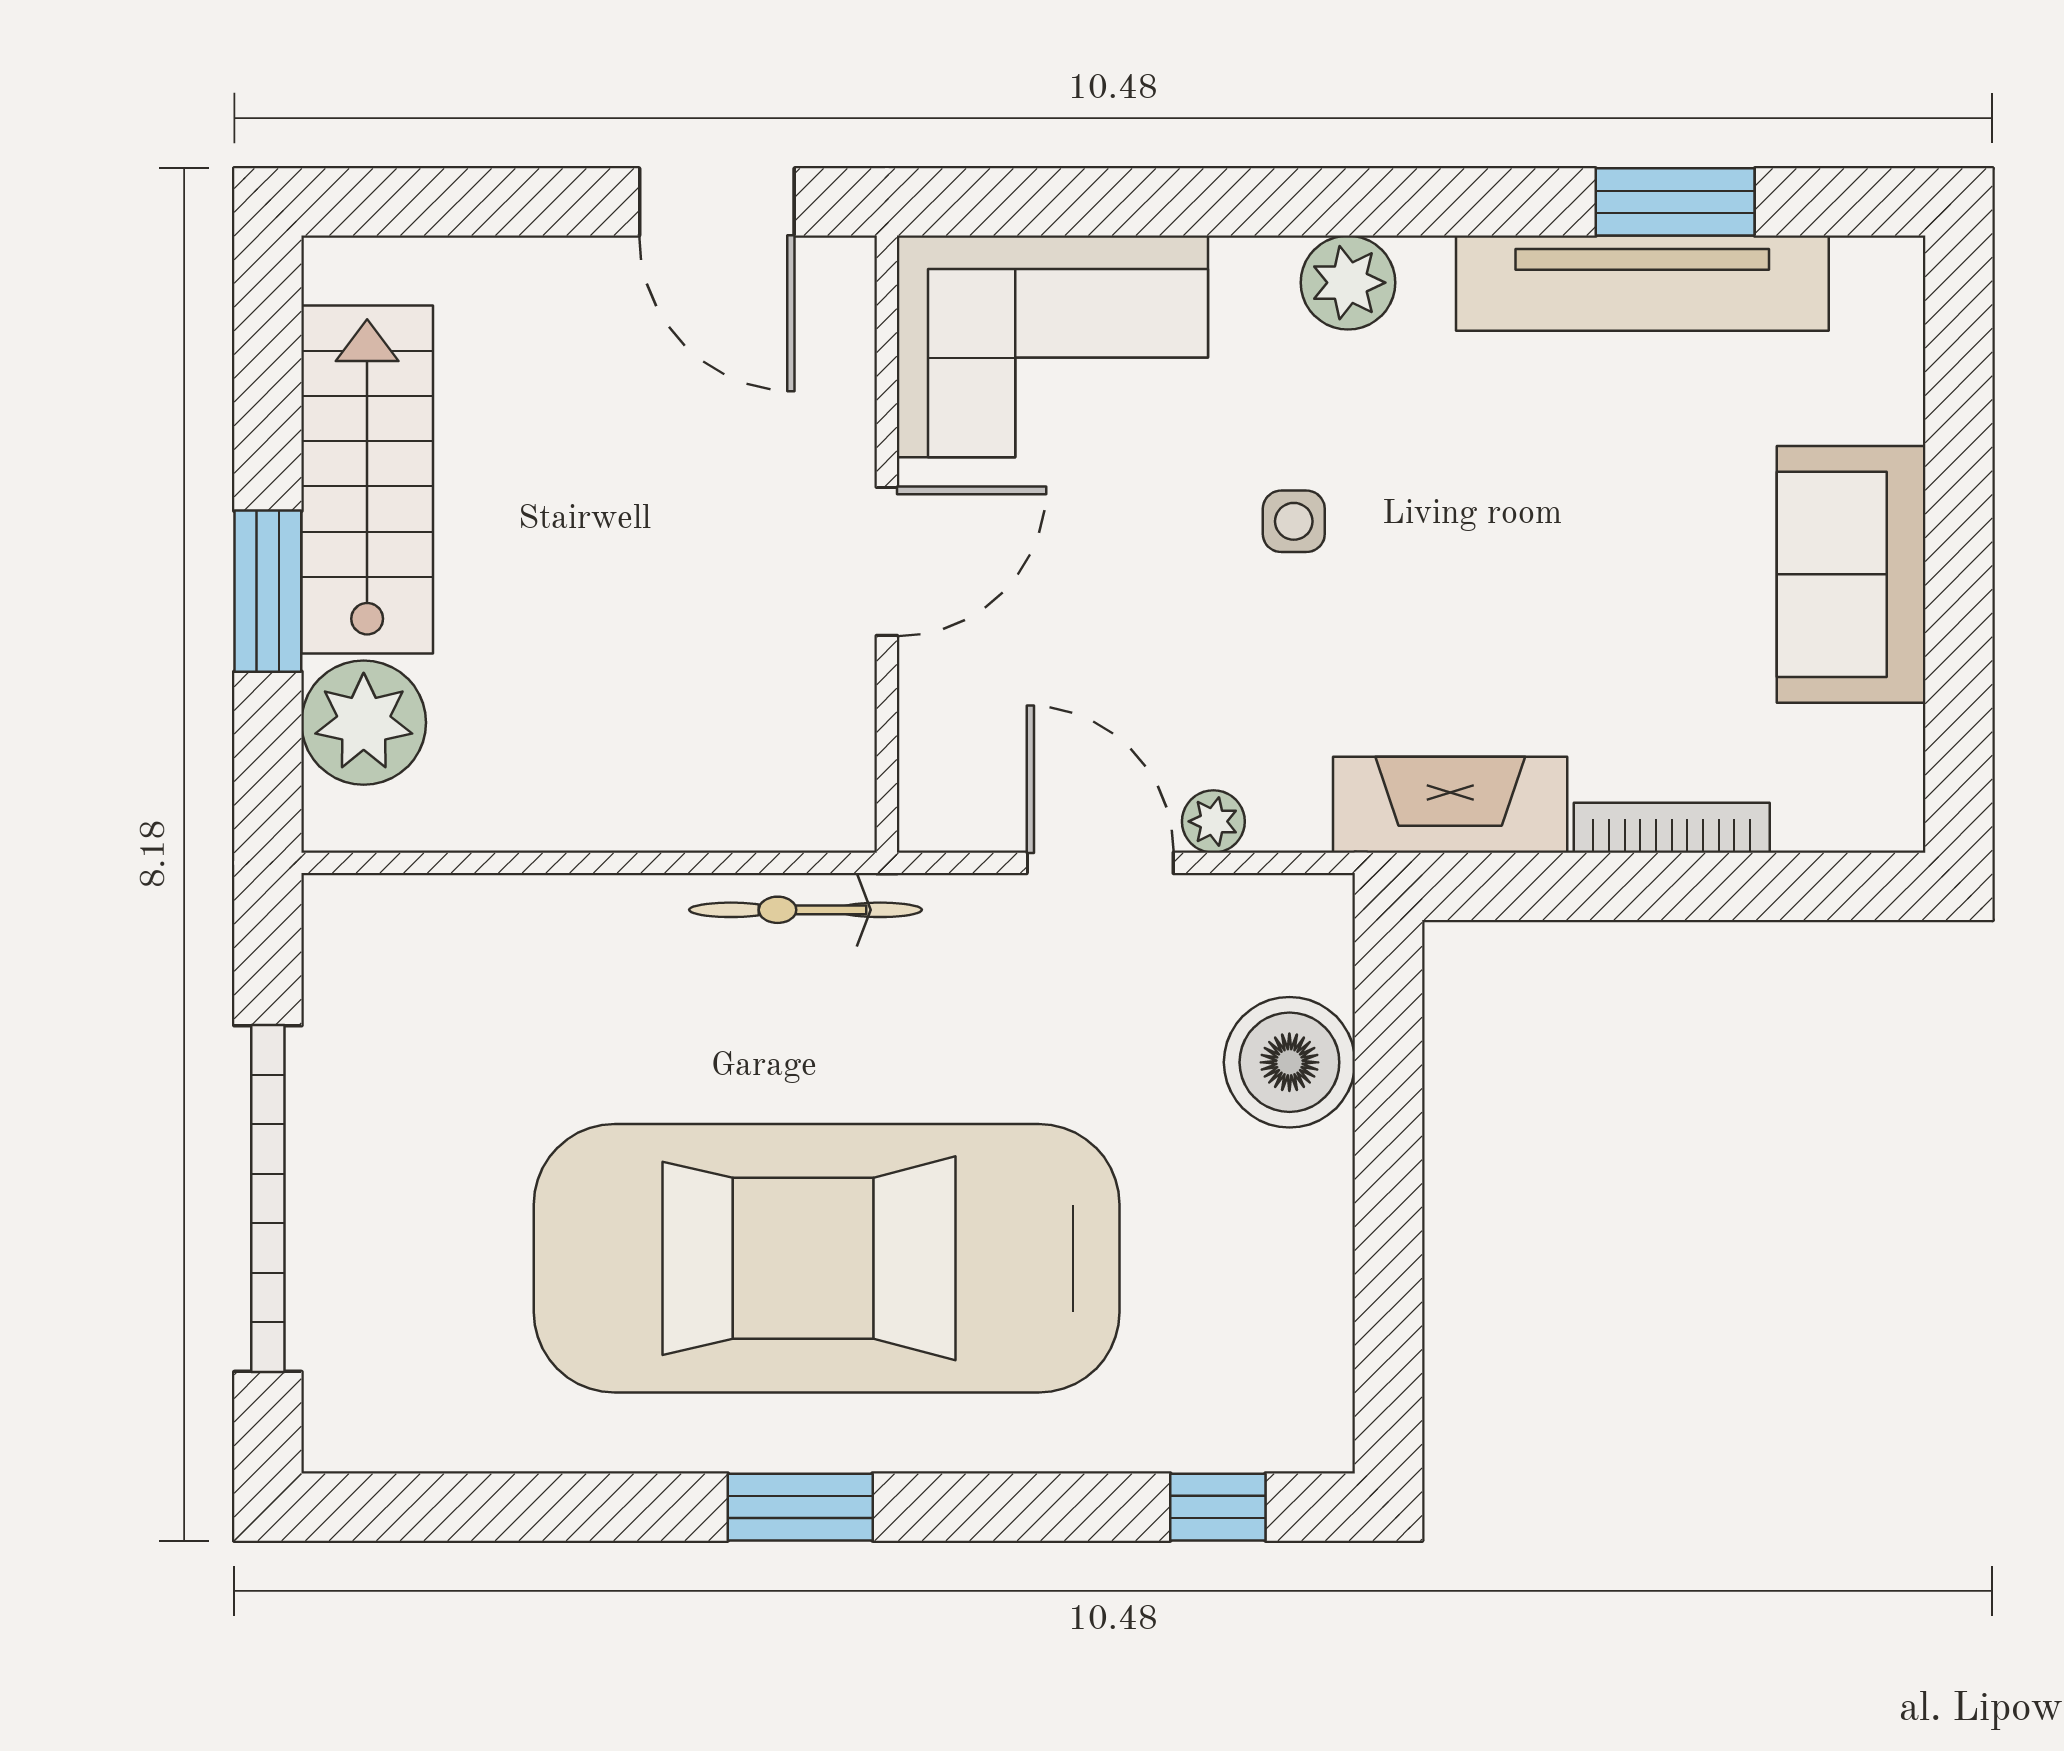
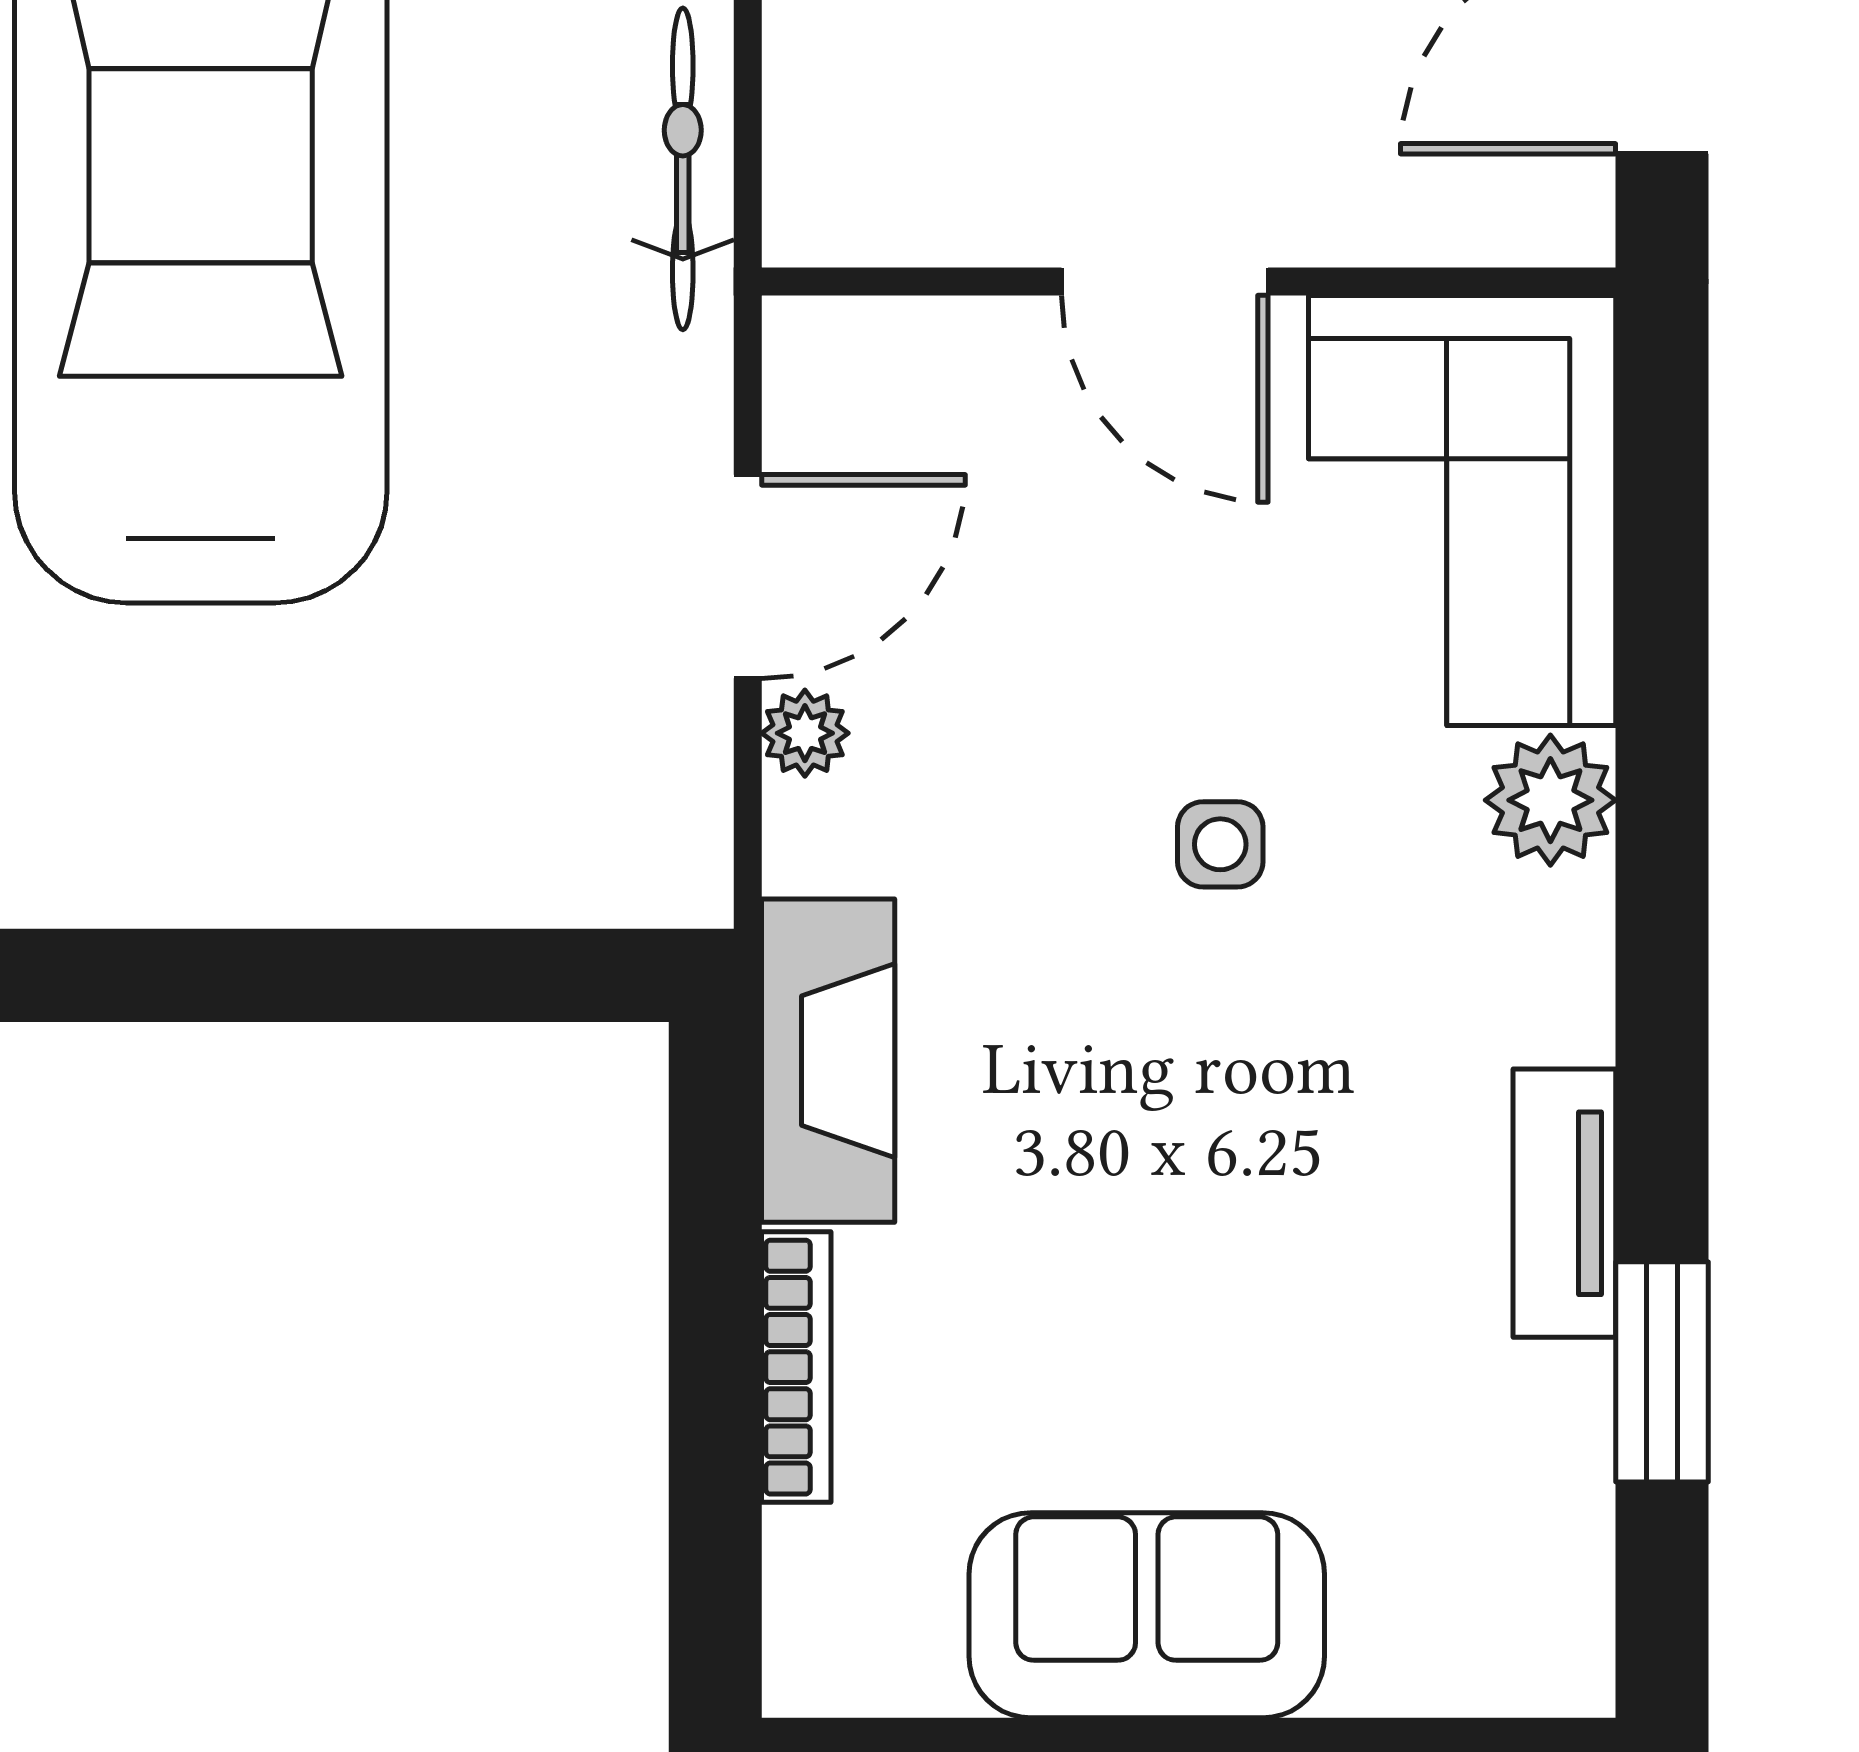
plant: (1348, 283) -> (1550, 800), moved
tv unit: (1642, 283) -> (1564, 1203), width x0.52, depth x0.78
boiler: (1289, 1062) -> (472, 838), removed

